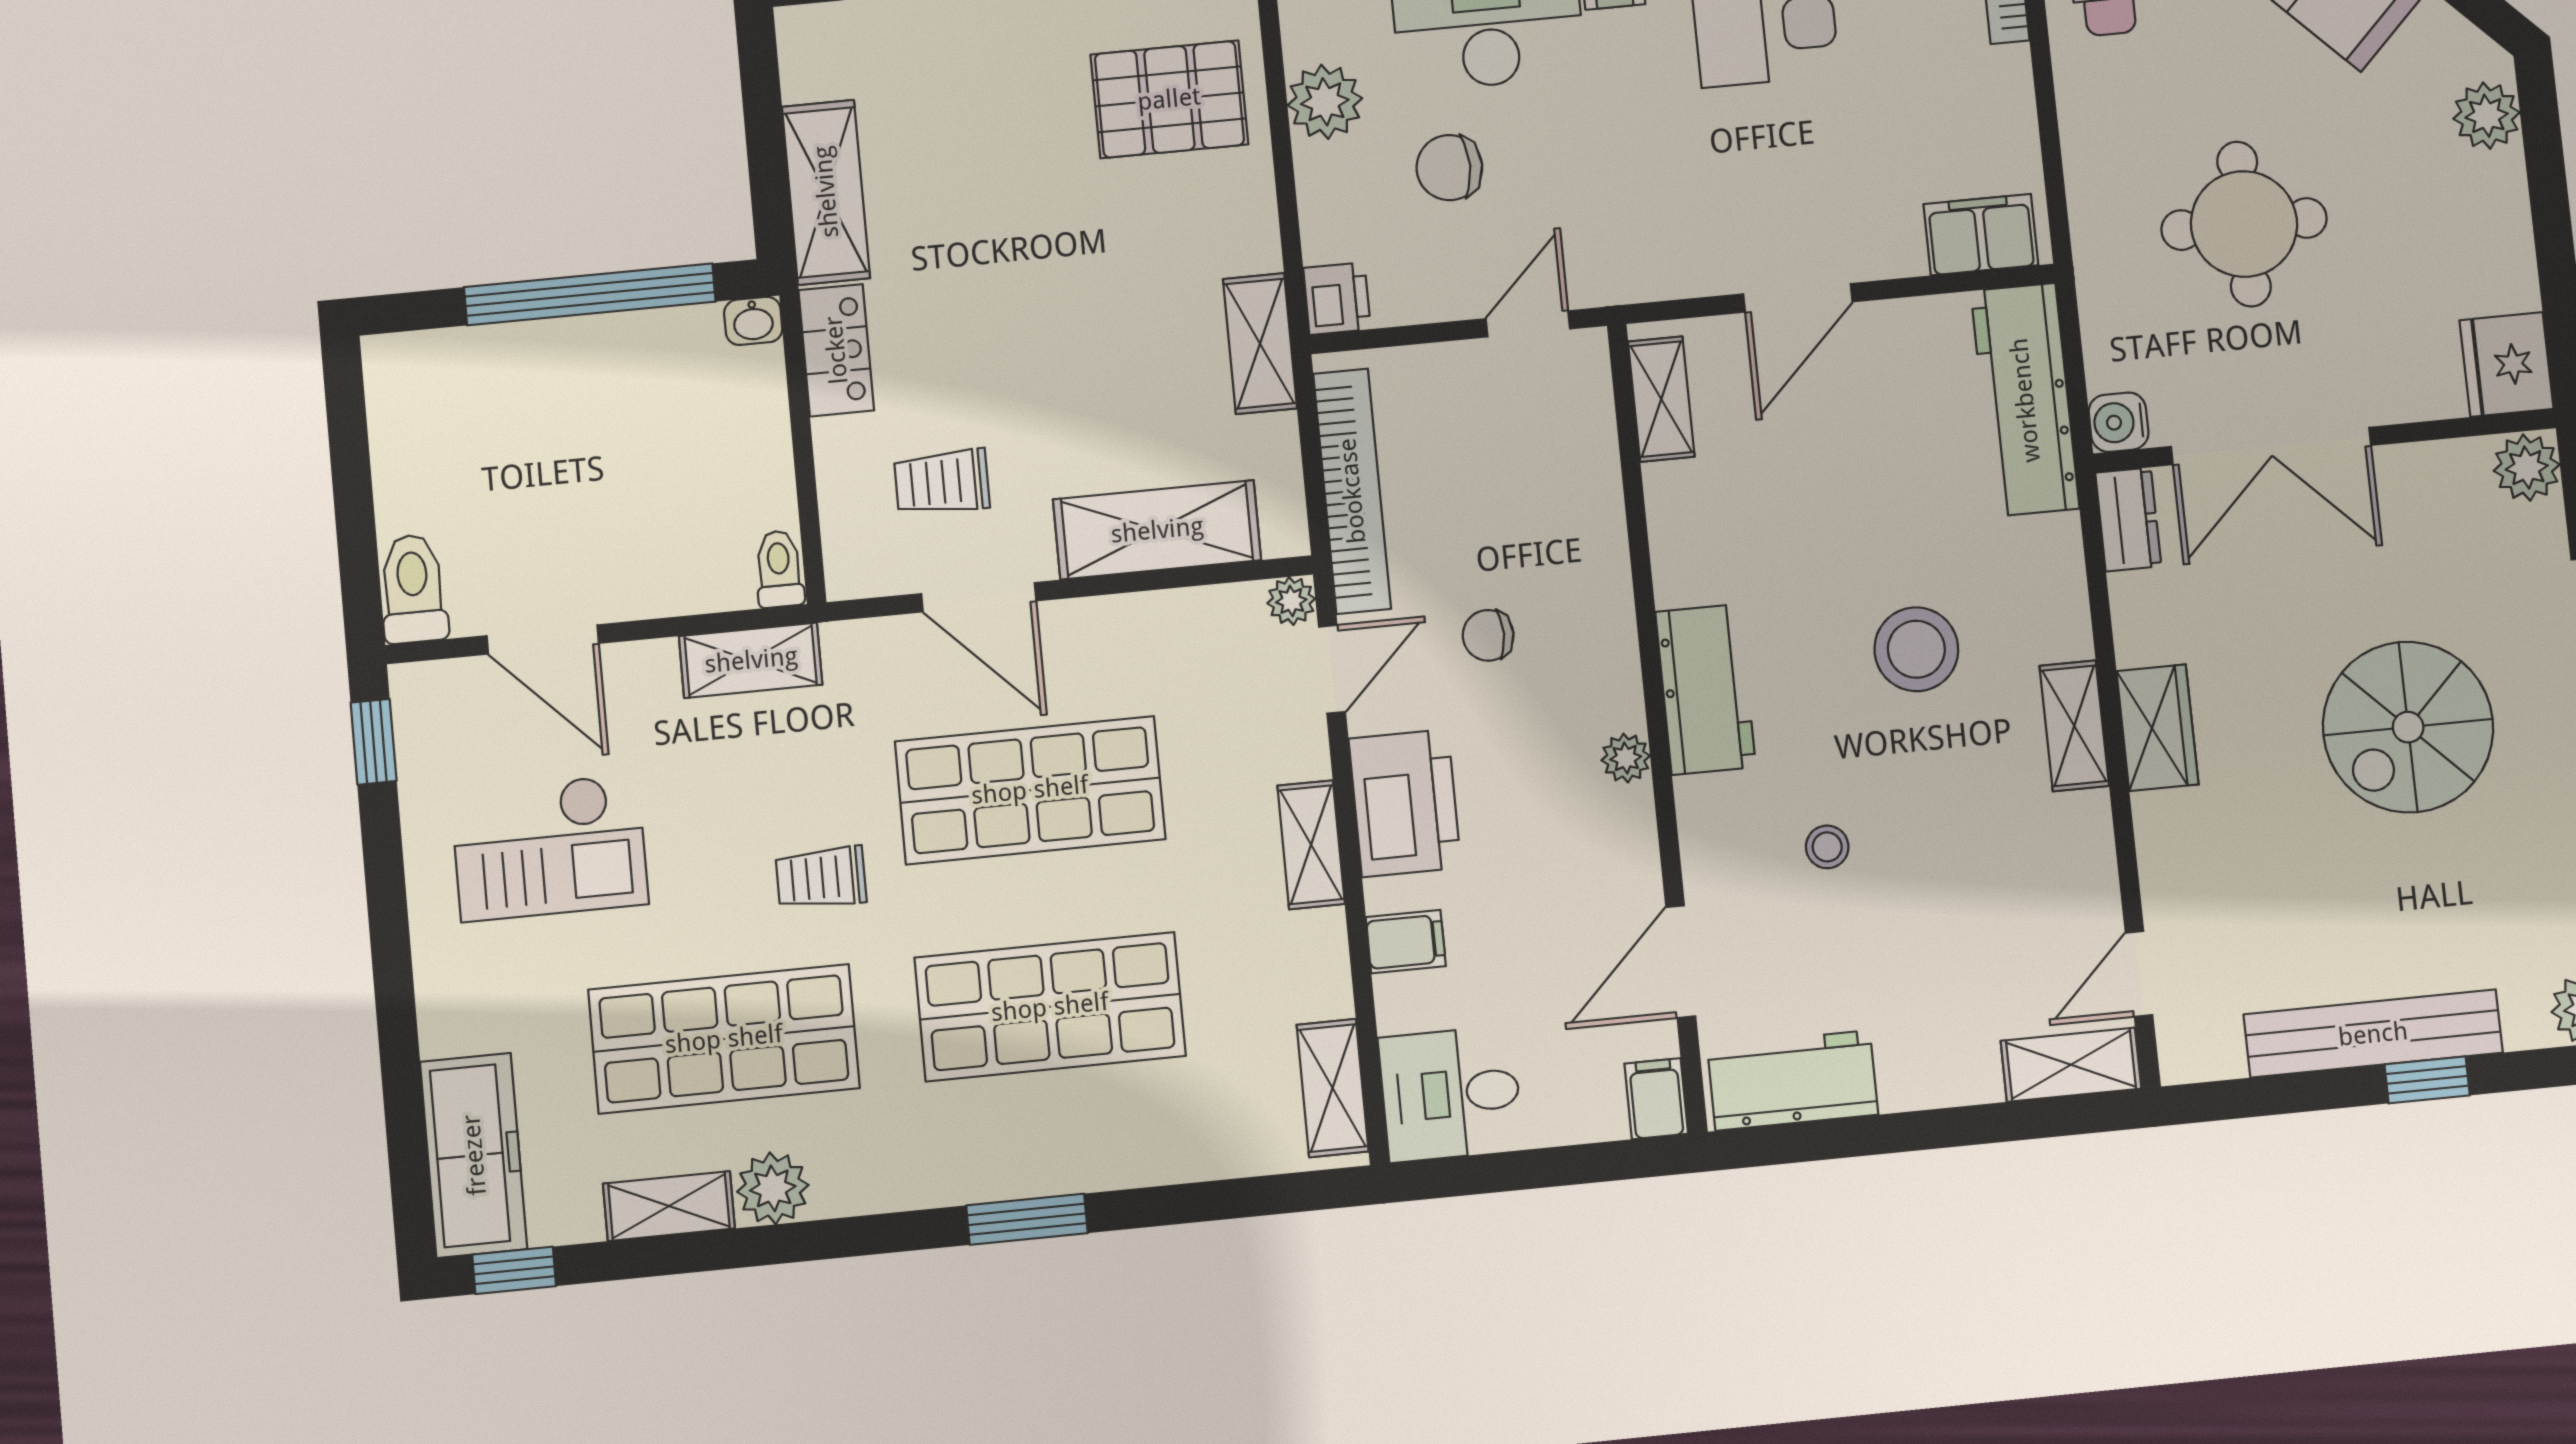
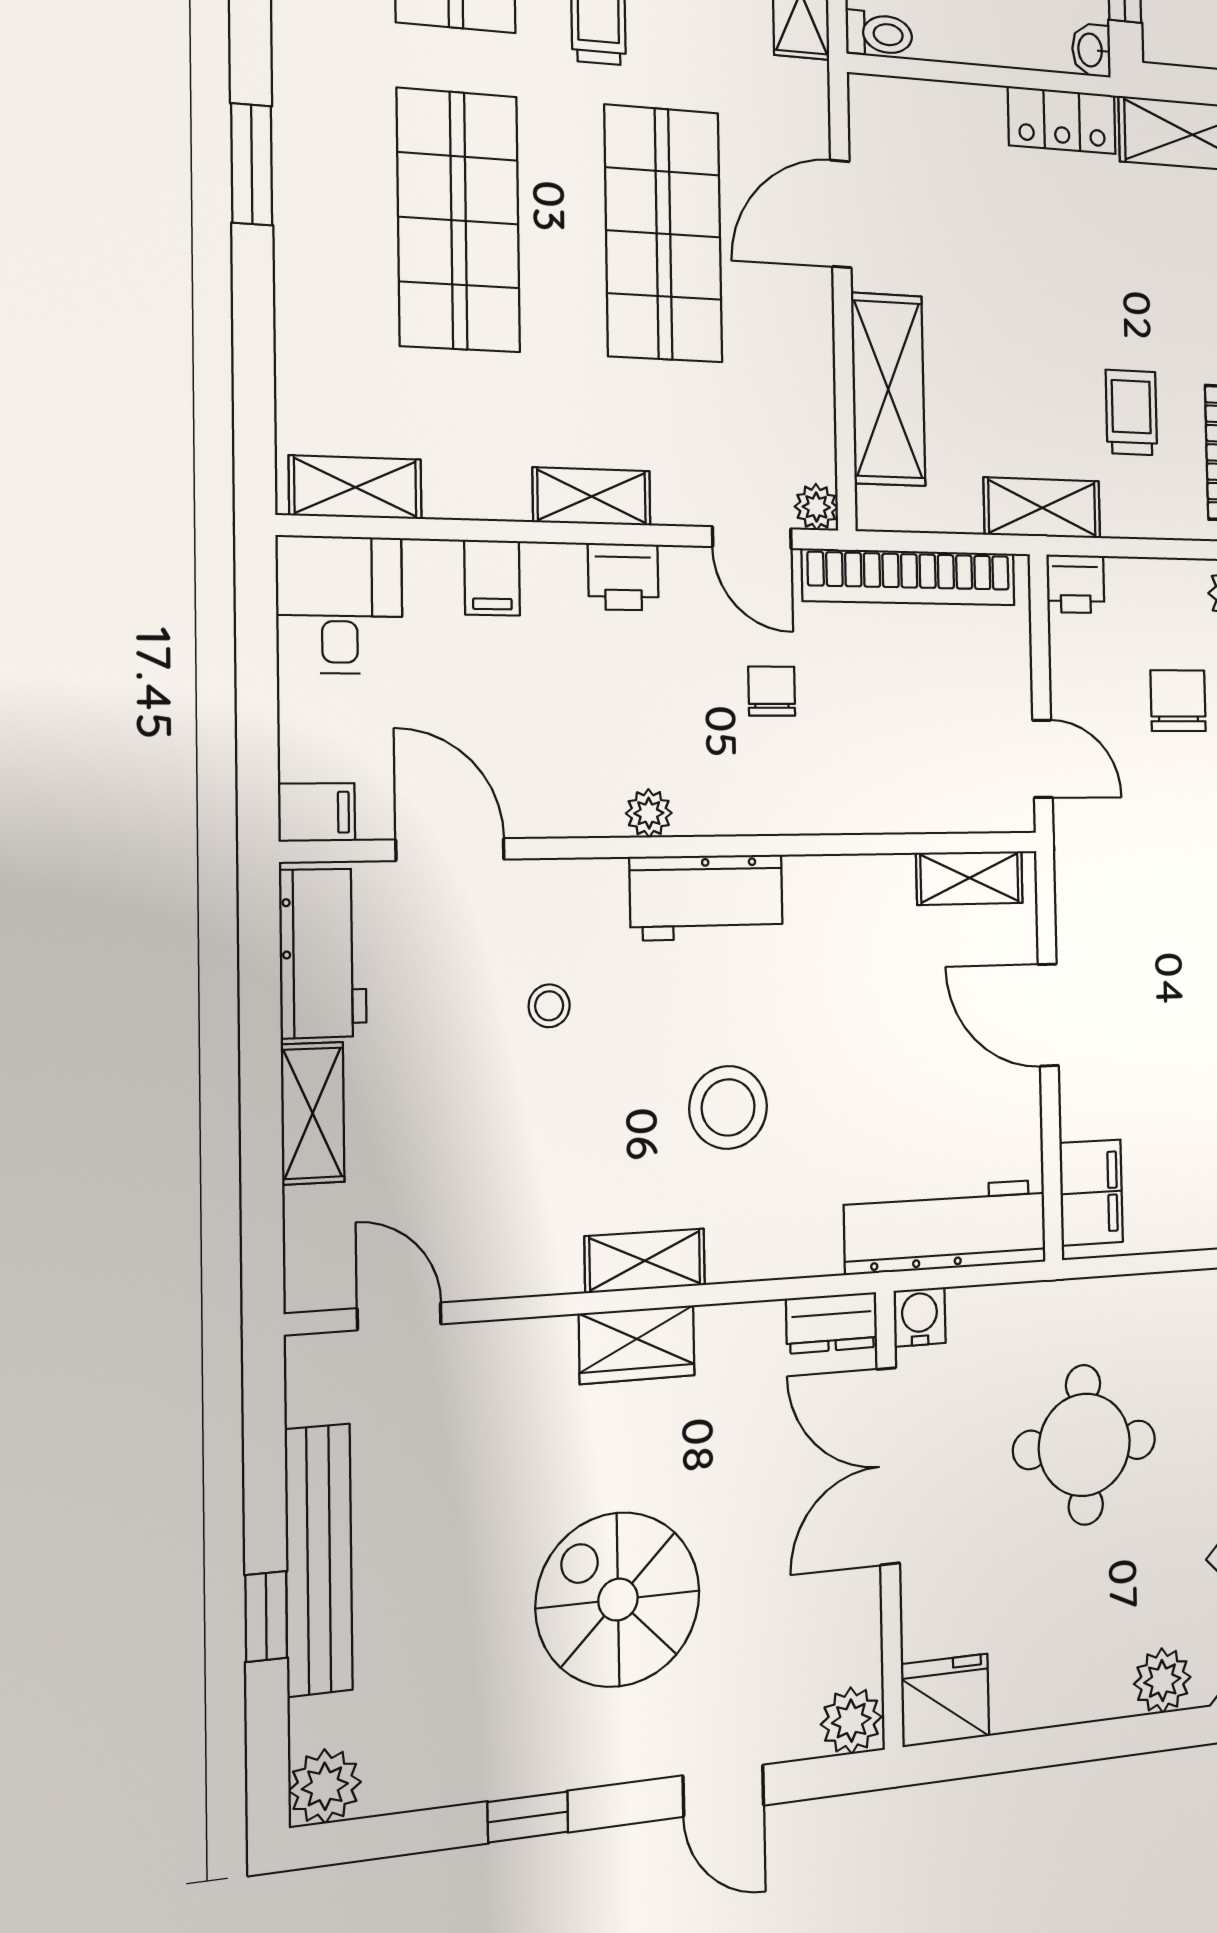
trolley: (942, 482) -> (1131, 413), moved
printer: (1405, 803) -> (623, 577), width x0.53, depth x0.68
shelving: (2071, 1065) -> (313, 1113), moved

